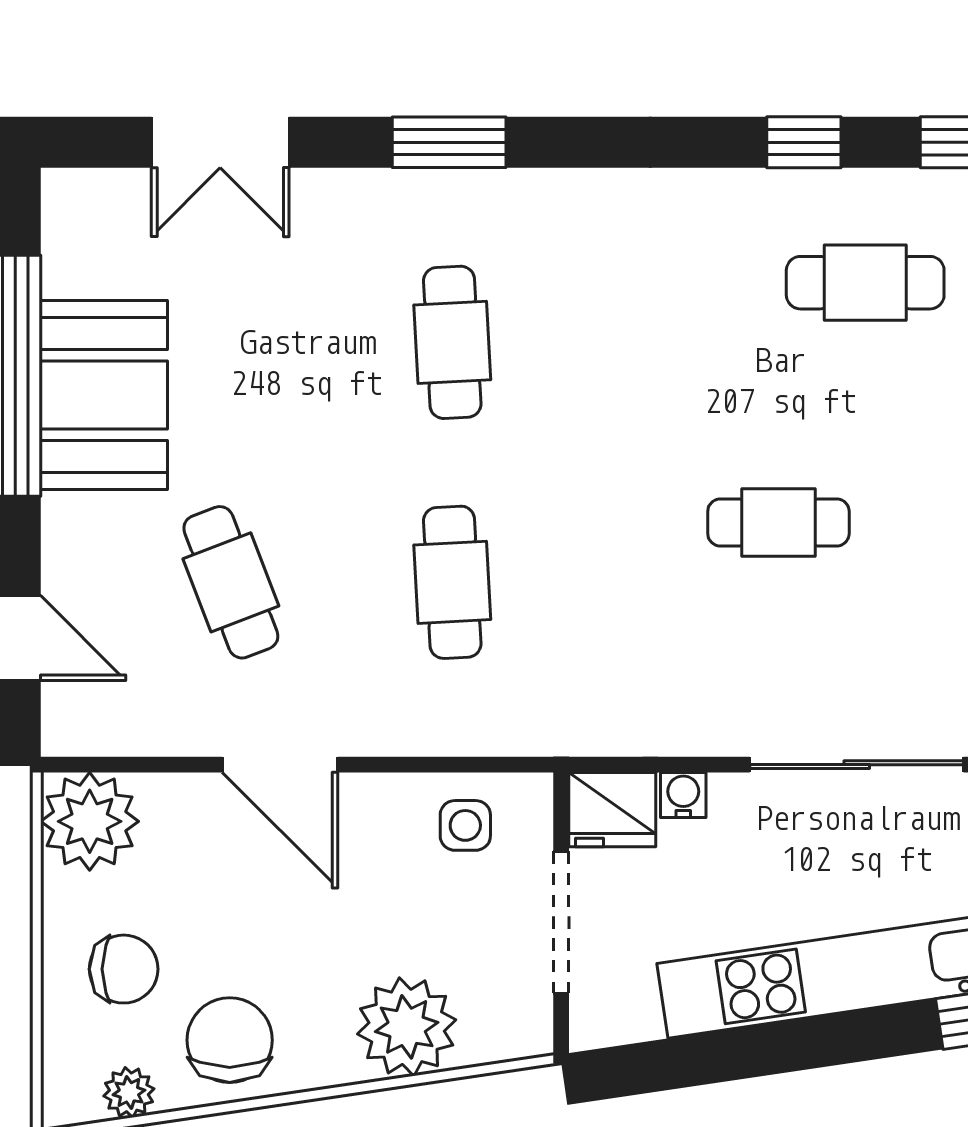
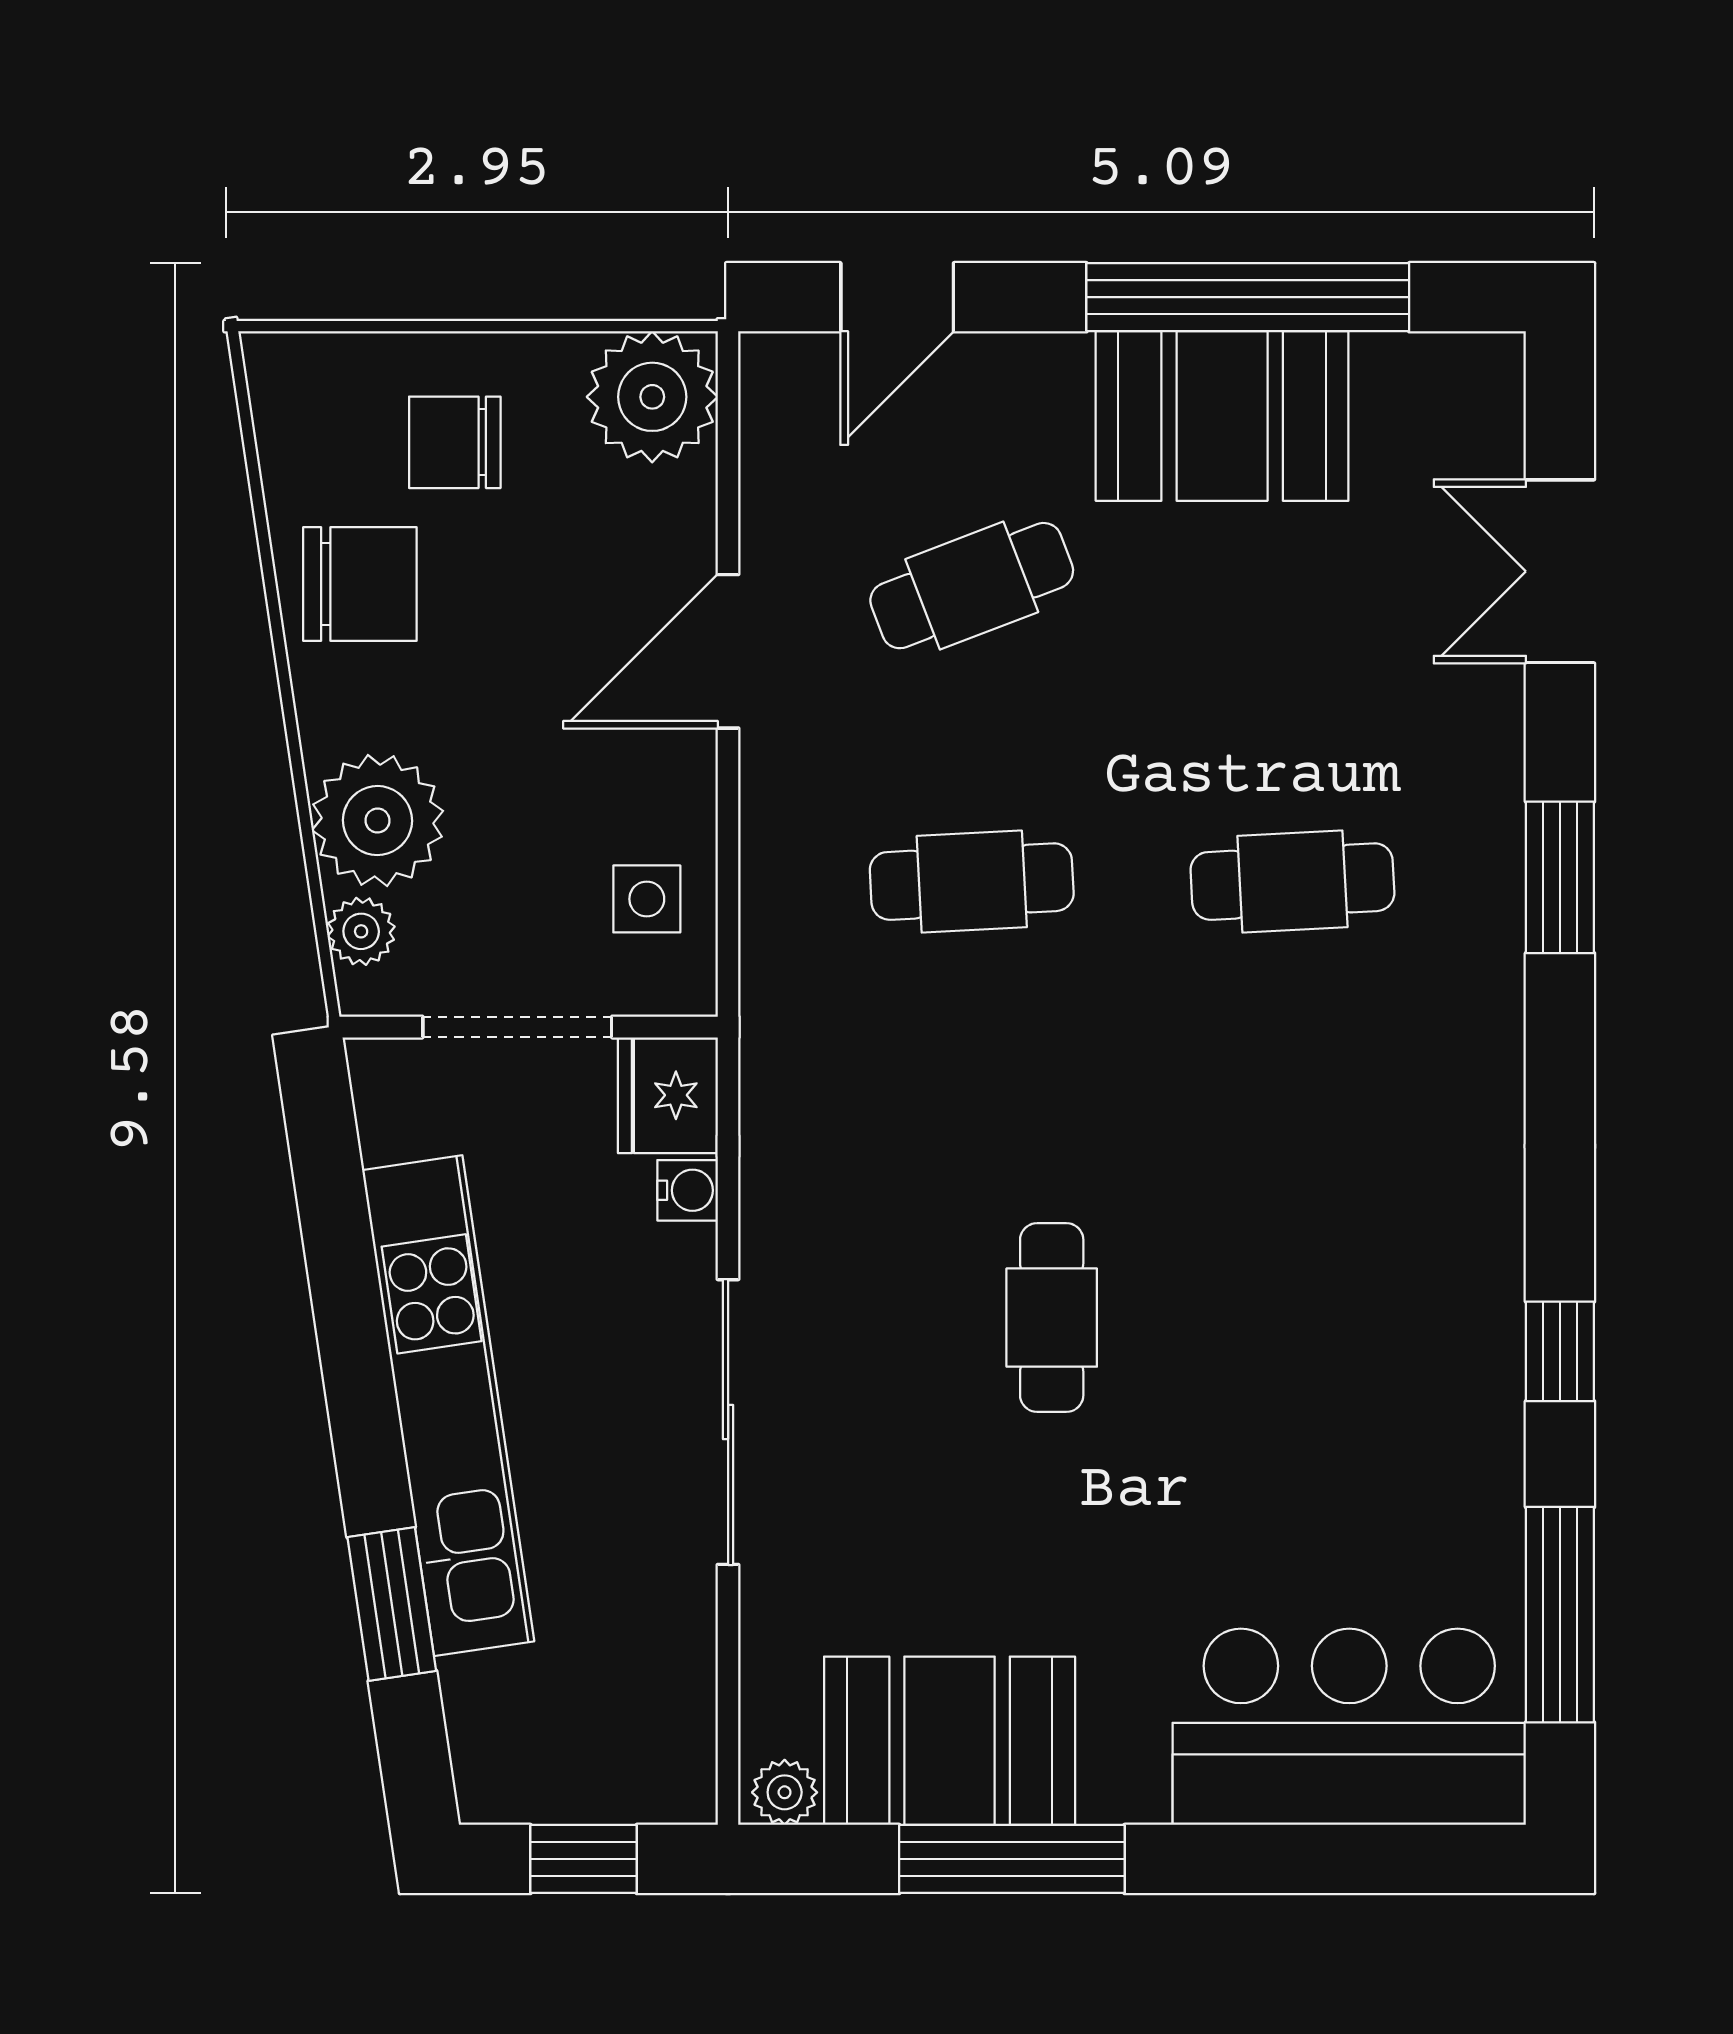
cafe table: (865, 283) -> (1372, 1433), removed
chair: (124, 969) -> (455, 442), turned 90
plant: (129, 1092) -> (361, 931), moved

